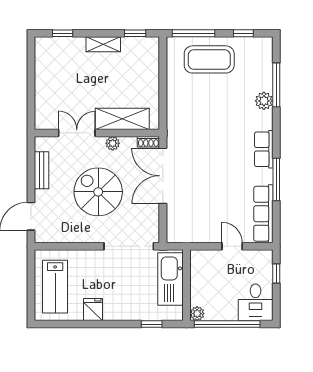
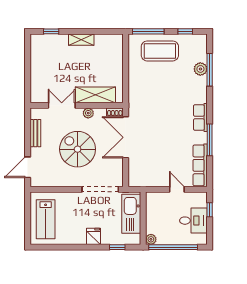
window: (135, 33) -> (105, 31), removed
plant: (264, 101) -> (200, 69), moved
desk: (255, 302) -> (193, 221), moved, turned -90
fridge: (93, 310) -> (94, 236), moved

